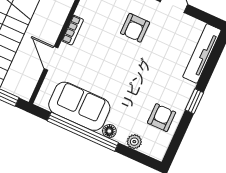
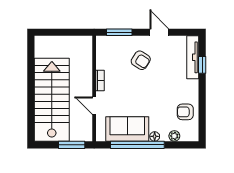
armchair: (135, 28) -> (141, 60), turned -57
window: (194, 101) -> (202, 65), moved
armchair: (162, 118) -> (185, 112), turned -90

